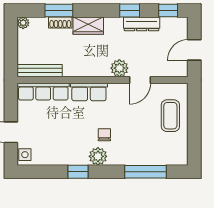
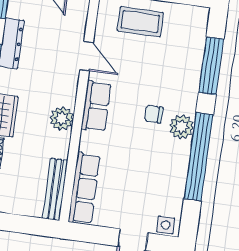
plant: (119, 68) -> (62, 119), moved
row of seats: (89, 92) -> (96, 106), moved
window: (78, 172) -> (199, 157), width x3.17

